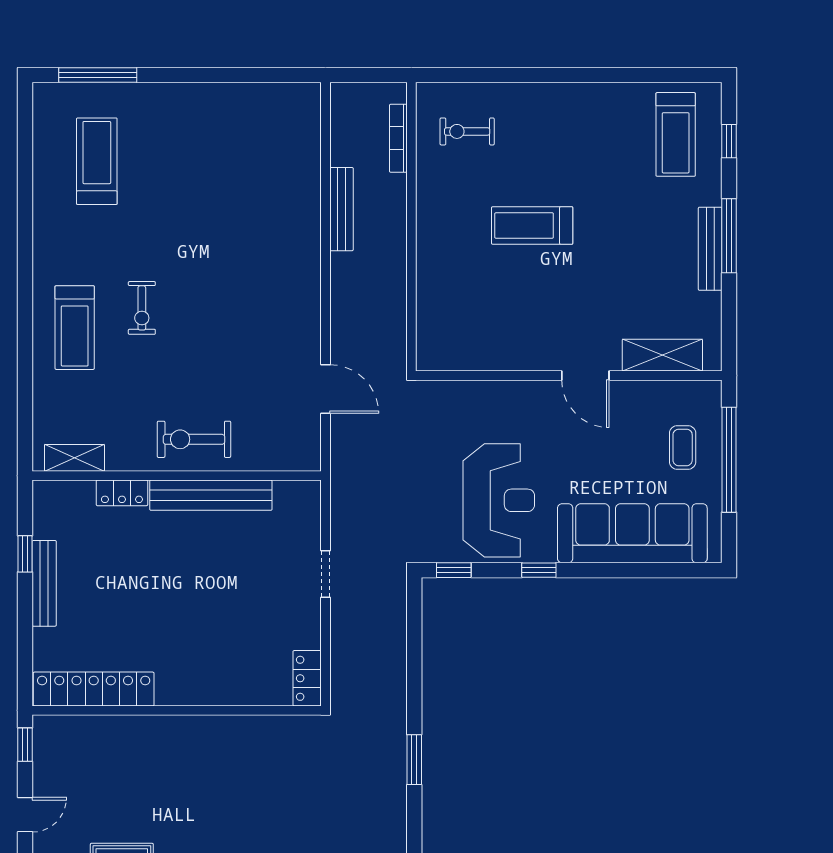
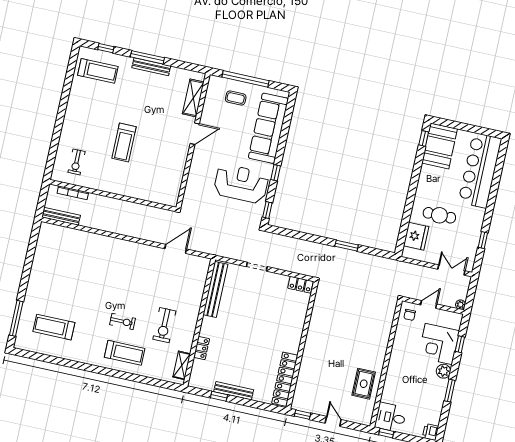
bench: (341, 209) -> (61, 216), moved
exercise bike: (194, 439) -> (164, 325), moved
bench: (211, 495) -> (215, 289), moved

